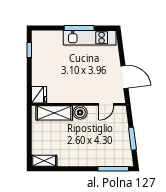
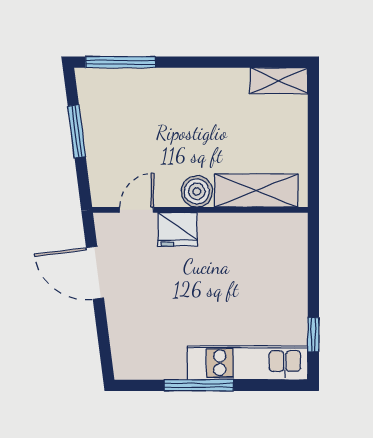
kitchen unit: (90, 38) -> (248, 363), moved
fridge: (39, 95) -> (178, 229), moved, turned -90

